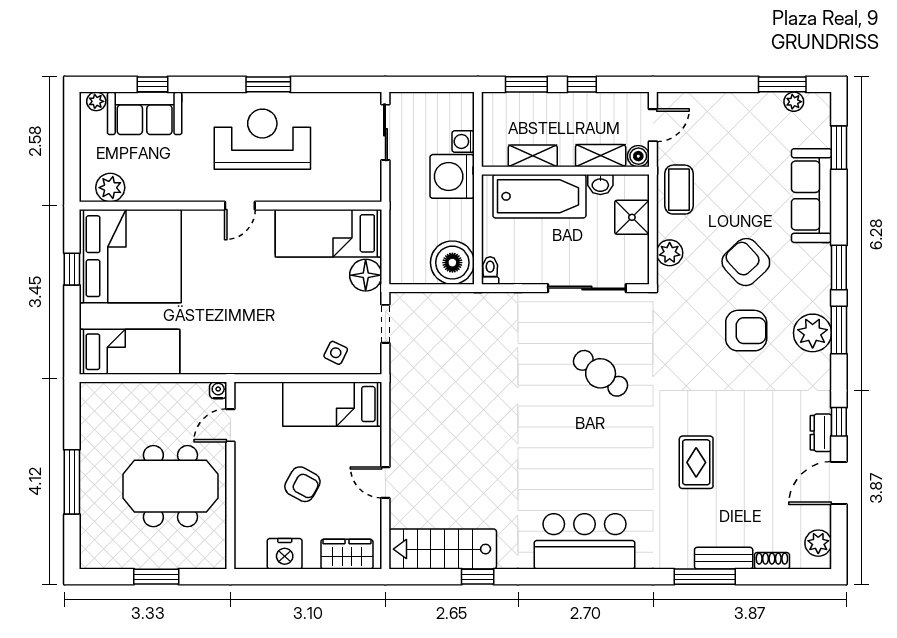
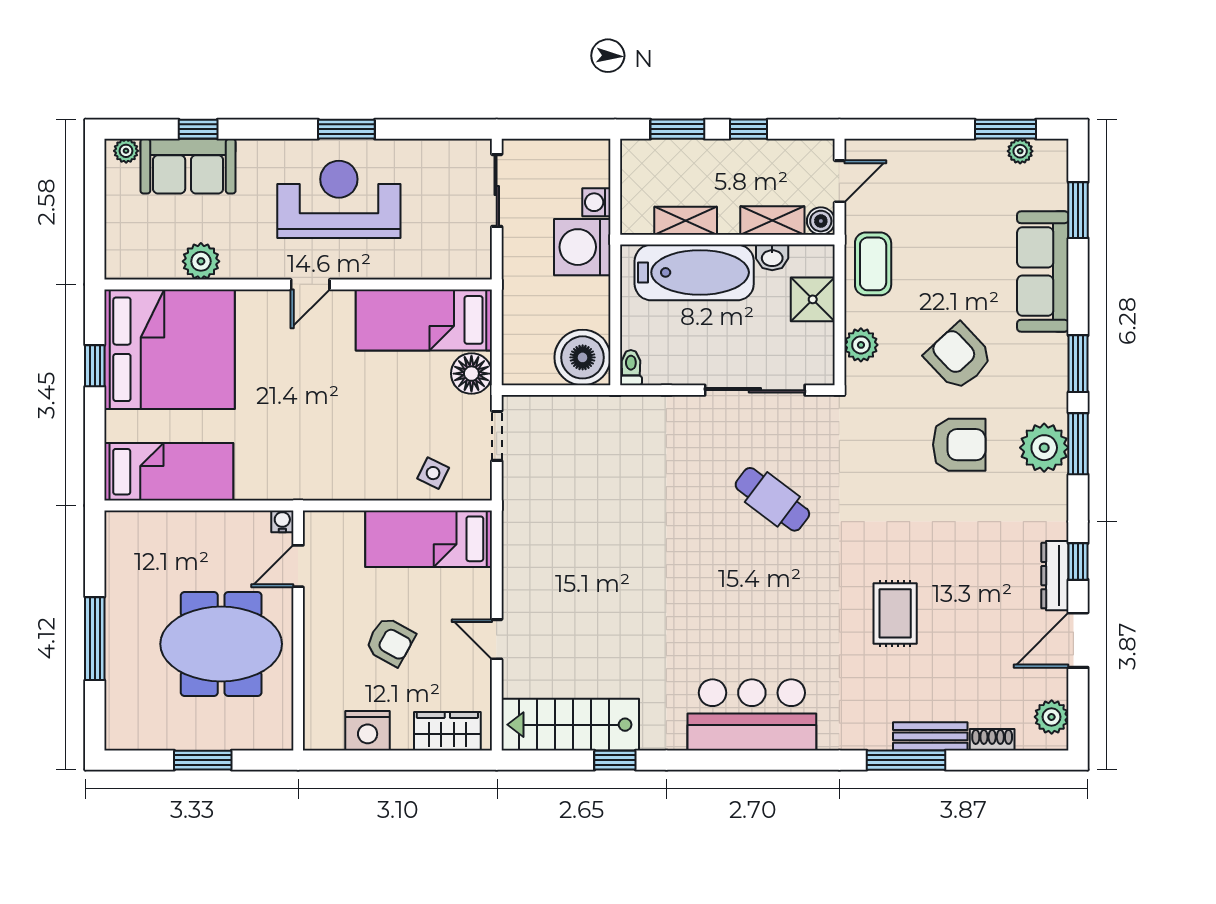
plant: (110, 188) -> (201, 261), moved
dresser: (821, 433) -> (1055, 576), width x1.44

